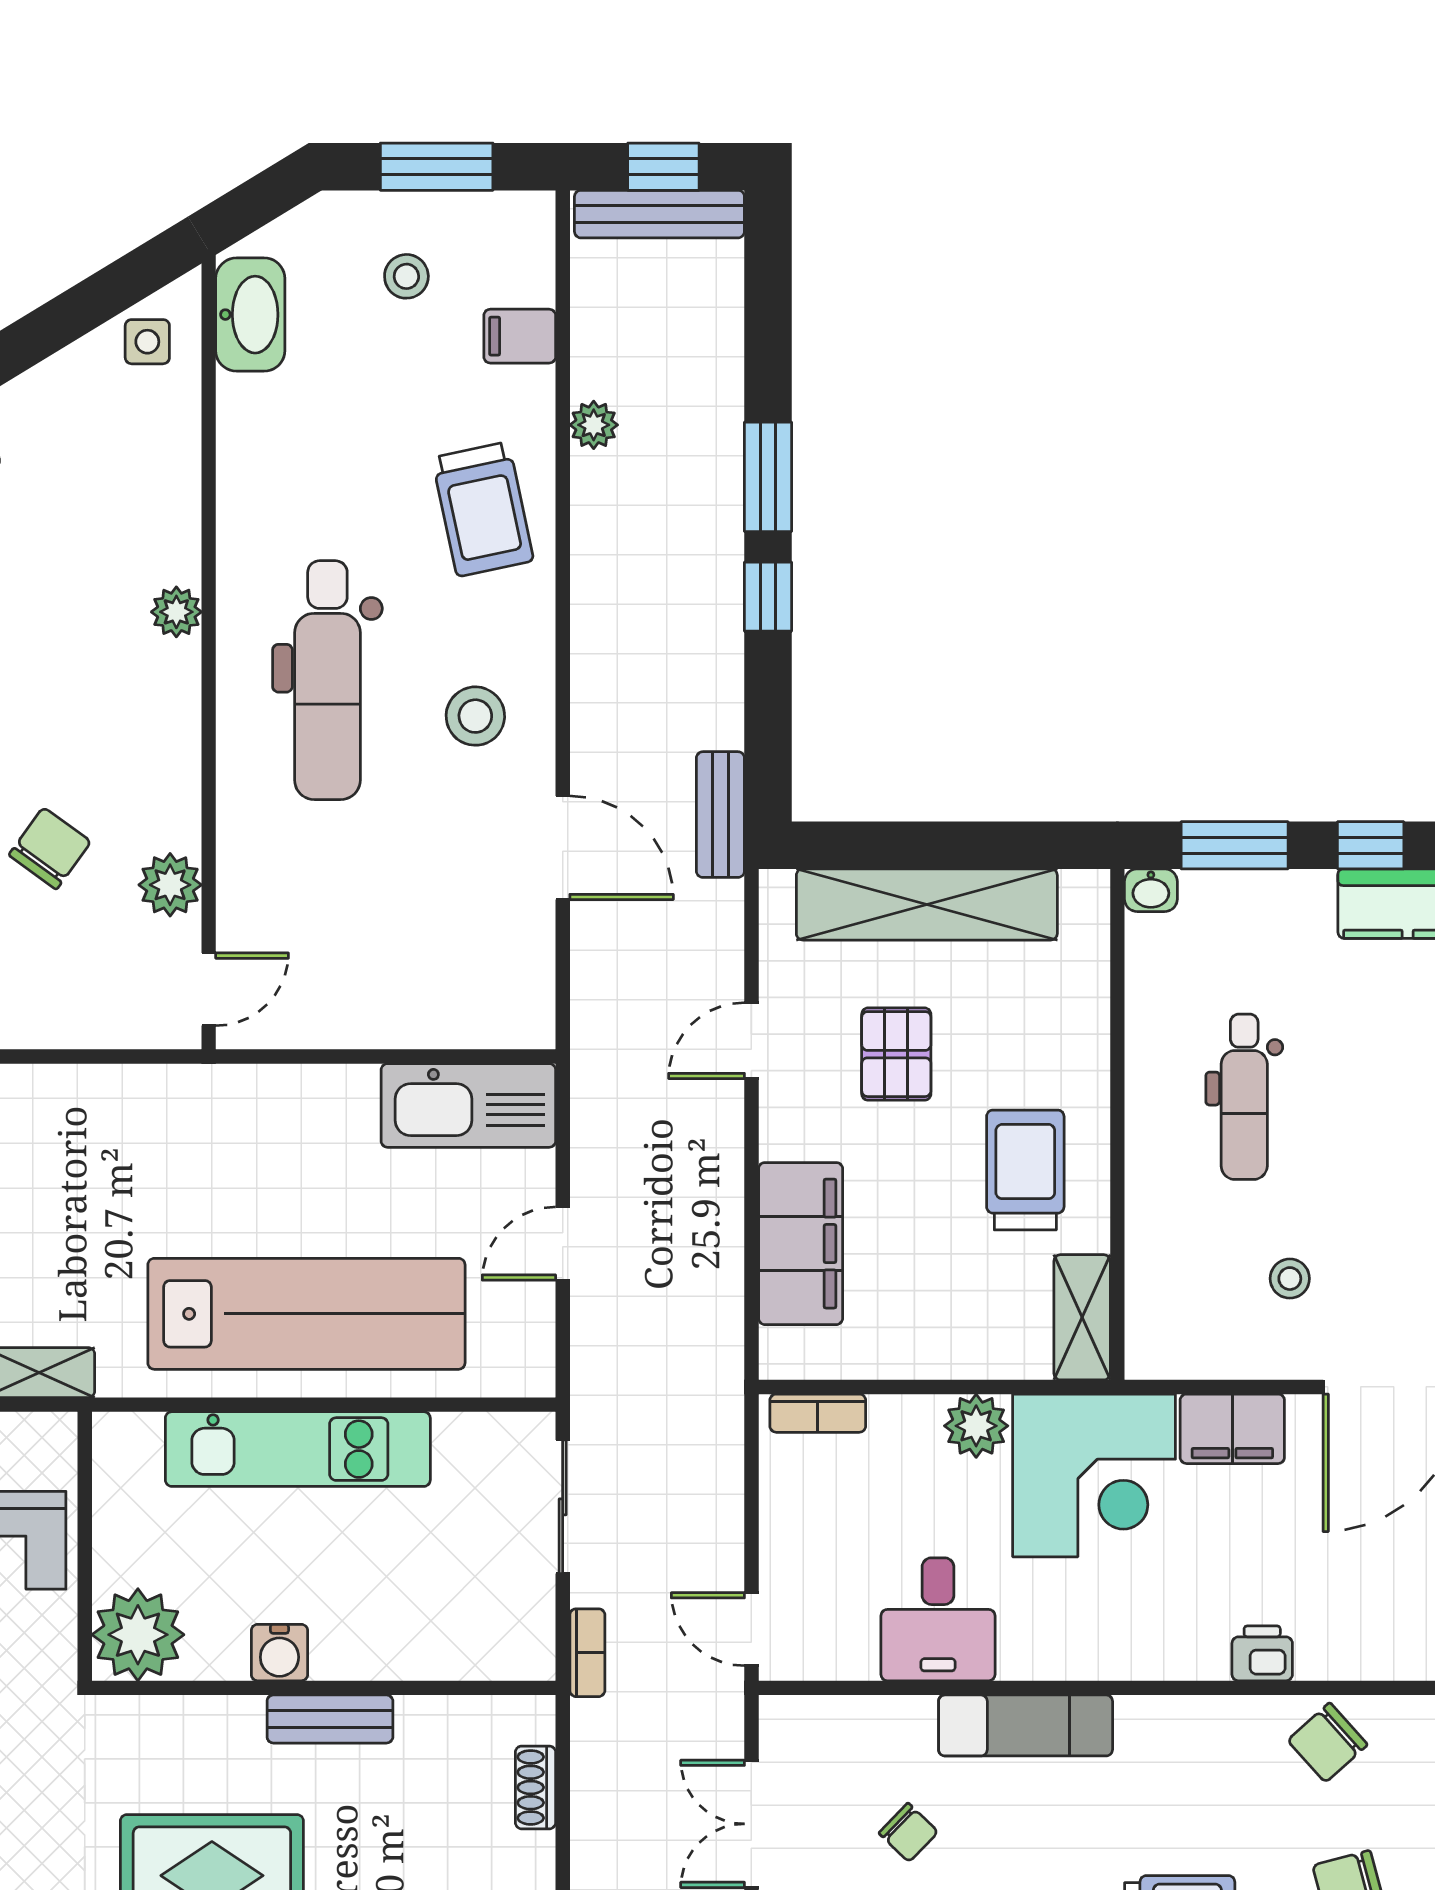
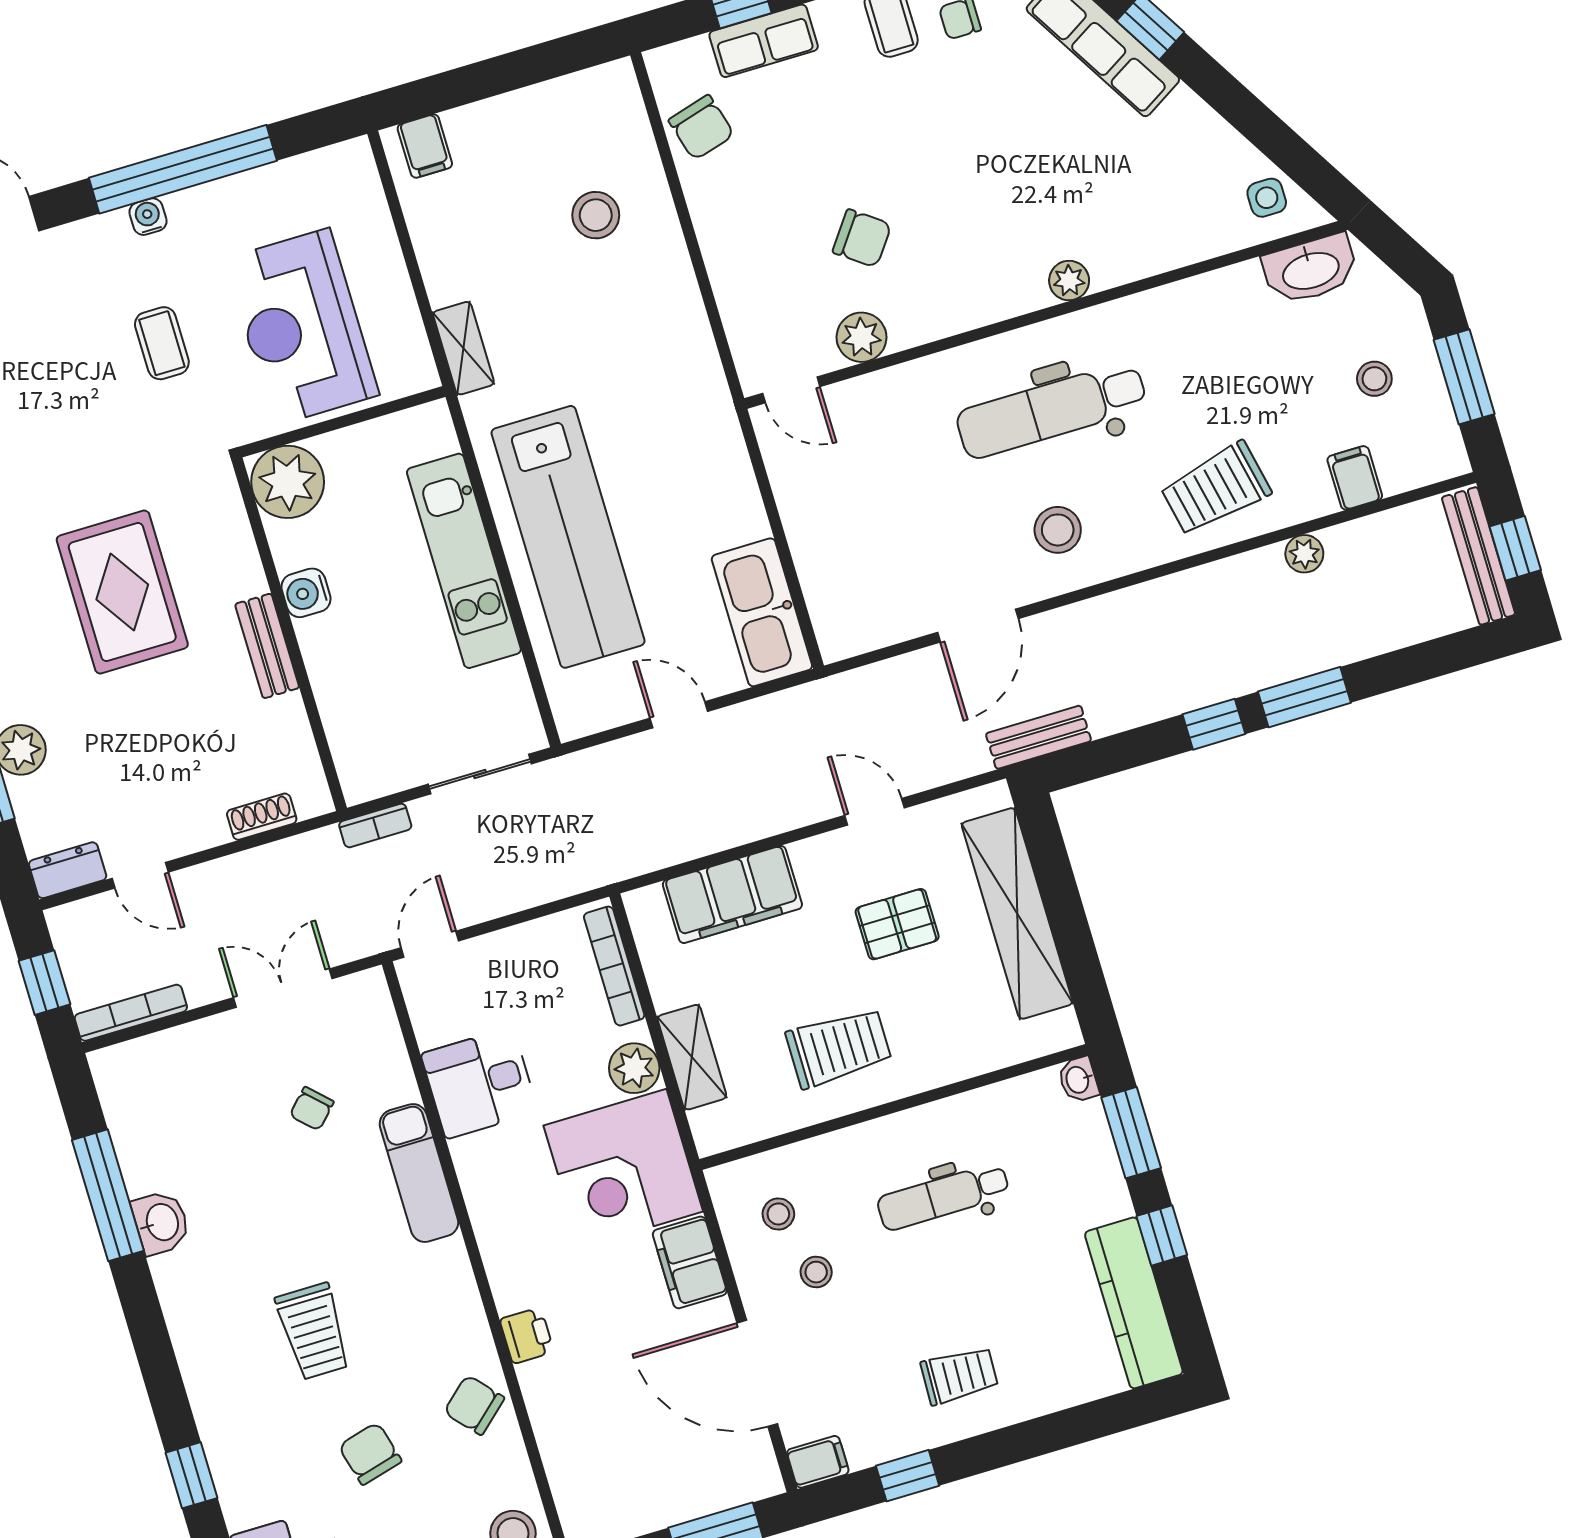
stool: (1206, 1303) -> (778, 1214), added
shelving: (1082, 1317) -> (692, 1057), moved, turned 90
bookcase: (818, 1413) -> (614, 966), width x1.56

